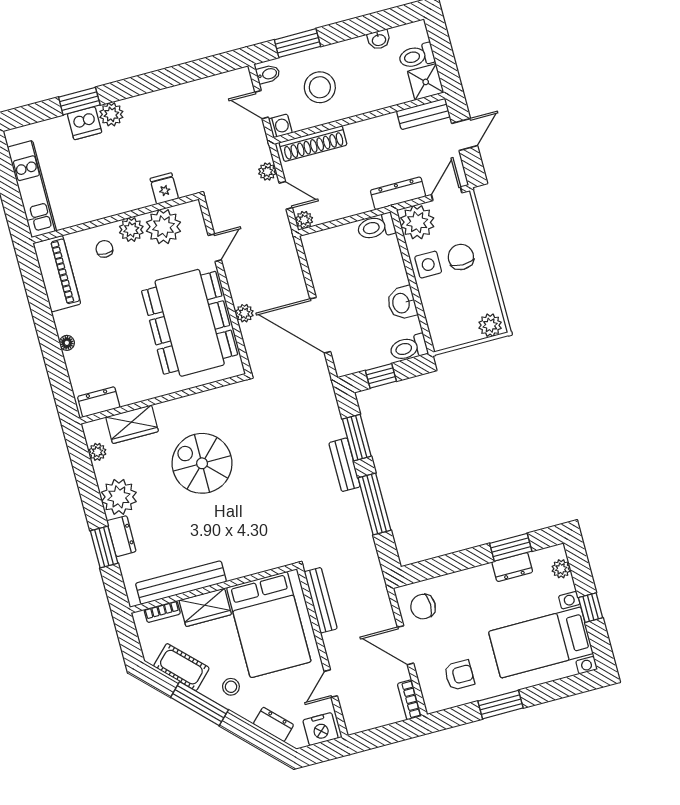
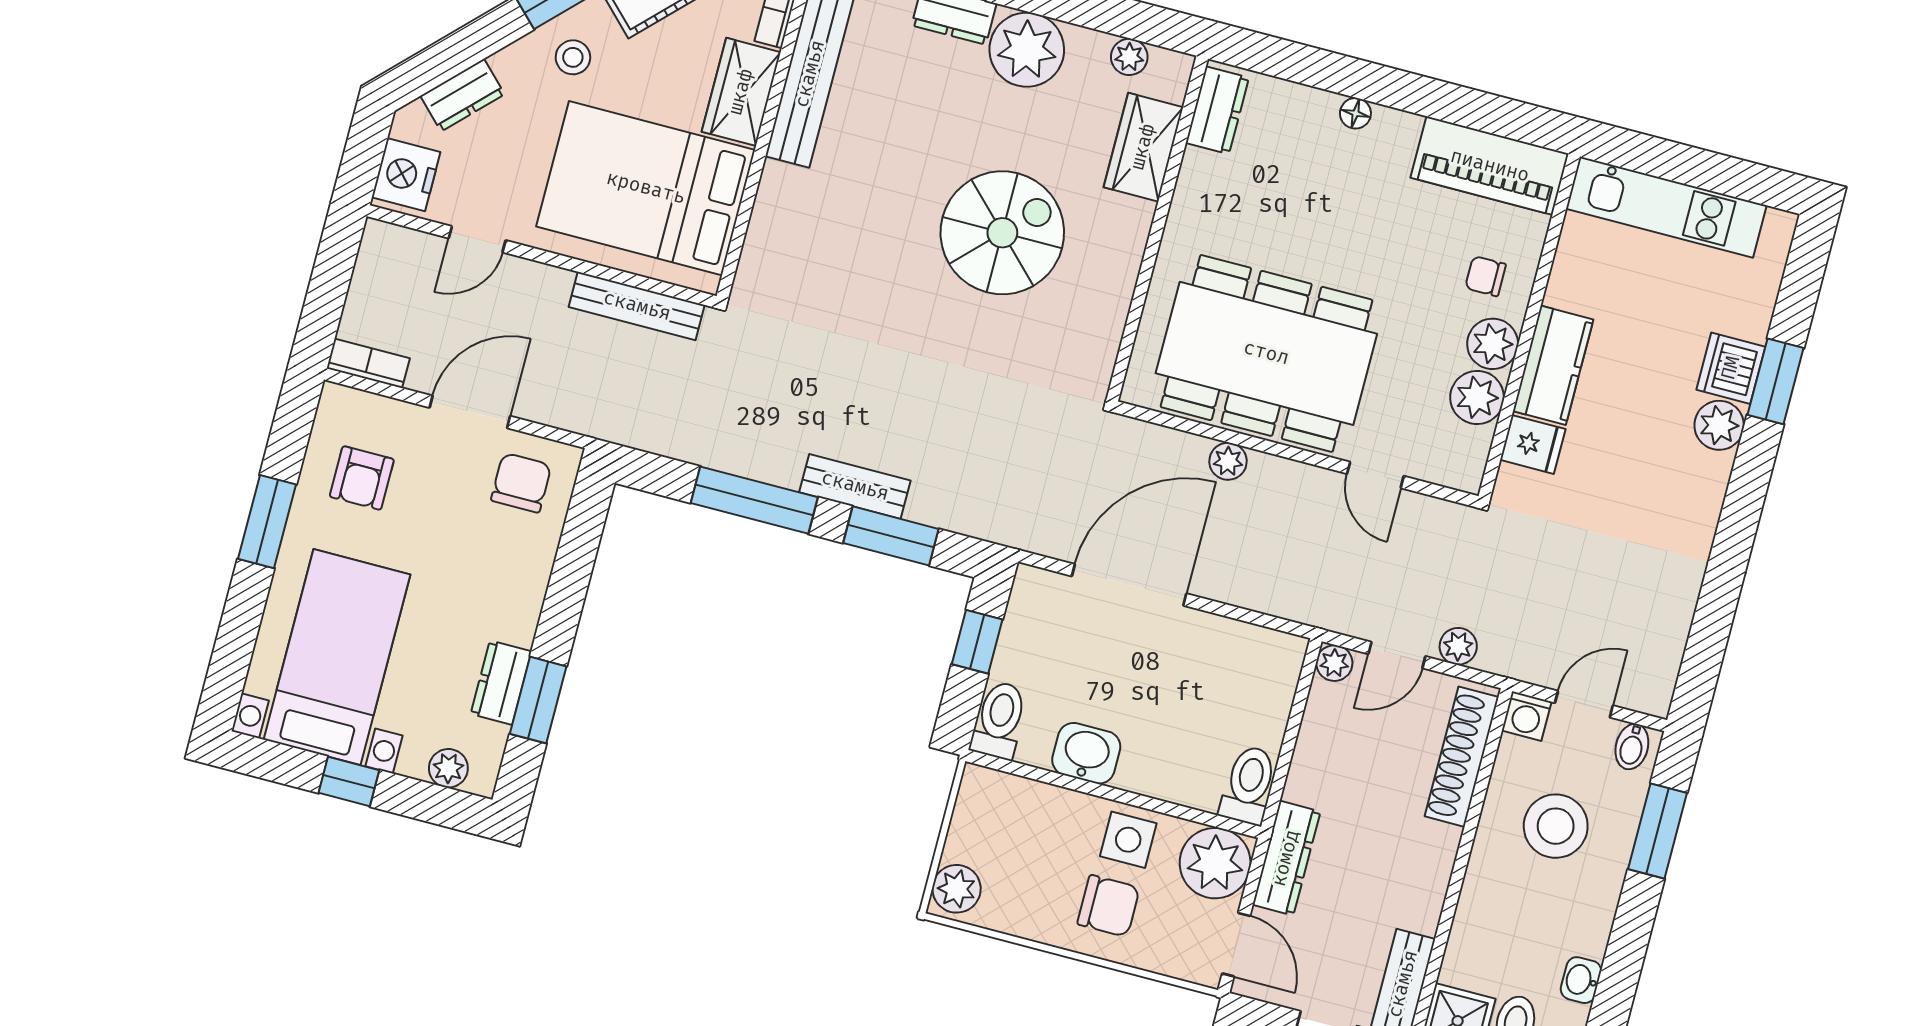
kitchen counter: (126, 199) -> (1553, 365), added
plant: (163, 227) -> (1477, 397), width x0.73, depth x0.73
chair: (104, 249) -> (1486, 276), turned 180
door: (331, 684) -> (477, 239), swing flipped

